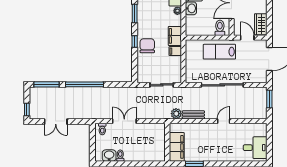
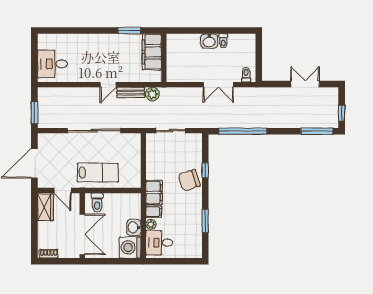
window: (135, 41) -> (205, 170), moved
chair: (147, 46) -> (189, 180), turned 72
filing cabinet: (175, 51) -> (154, 212), moved
window: (84, 84) -> (243, 131), moved
window: (27, 110) -> (342, 113), moved
door: (224, 121) -> (108, 85), moved
desk: (255, 148) -> (53, 64), moved
washbasin: (109, 156) -> (209, 41), moved

